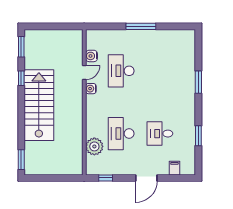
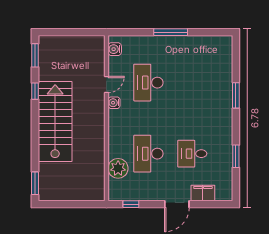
water cooler: (91, 56) -> (115, 49), moved
filing cabinet: (174, 168) -> (203, 193), width x2.00

